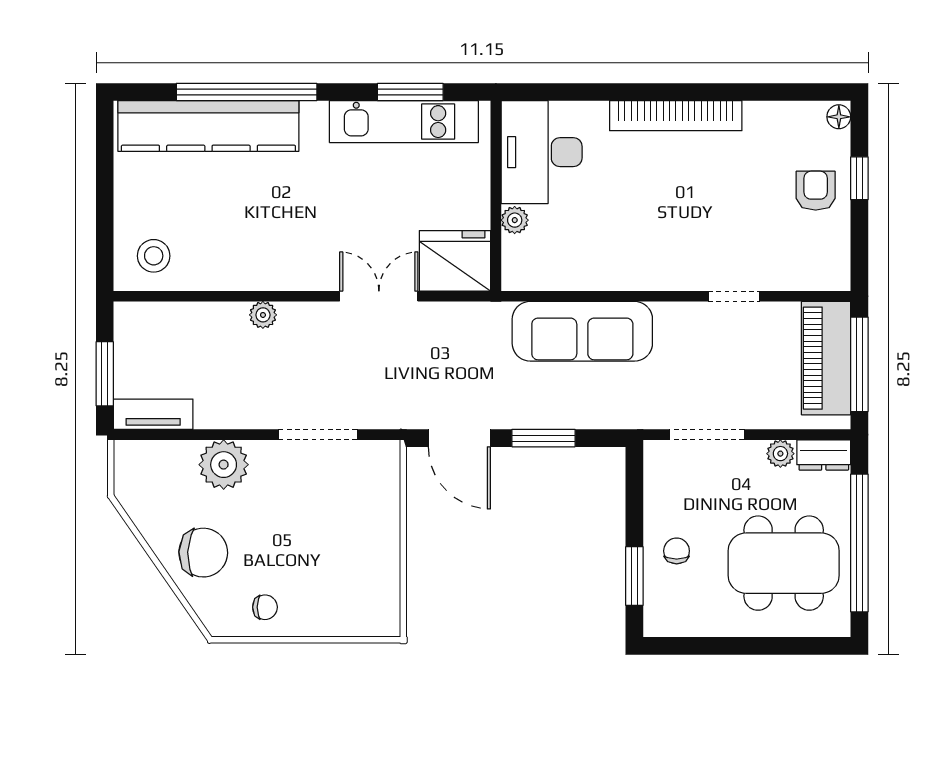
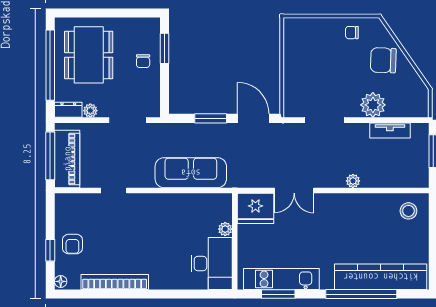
bookcase: (676, 116) -> (115, 282), moved
tv unit: (153, 414) -> (390, 130), moved
dining table: (784, 563) -> (89, 55), turned 90

